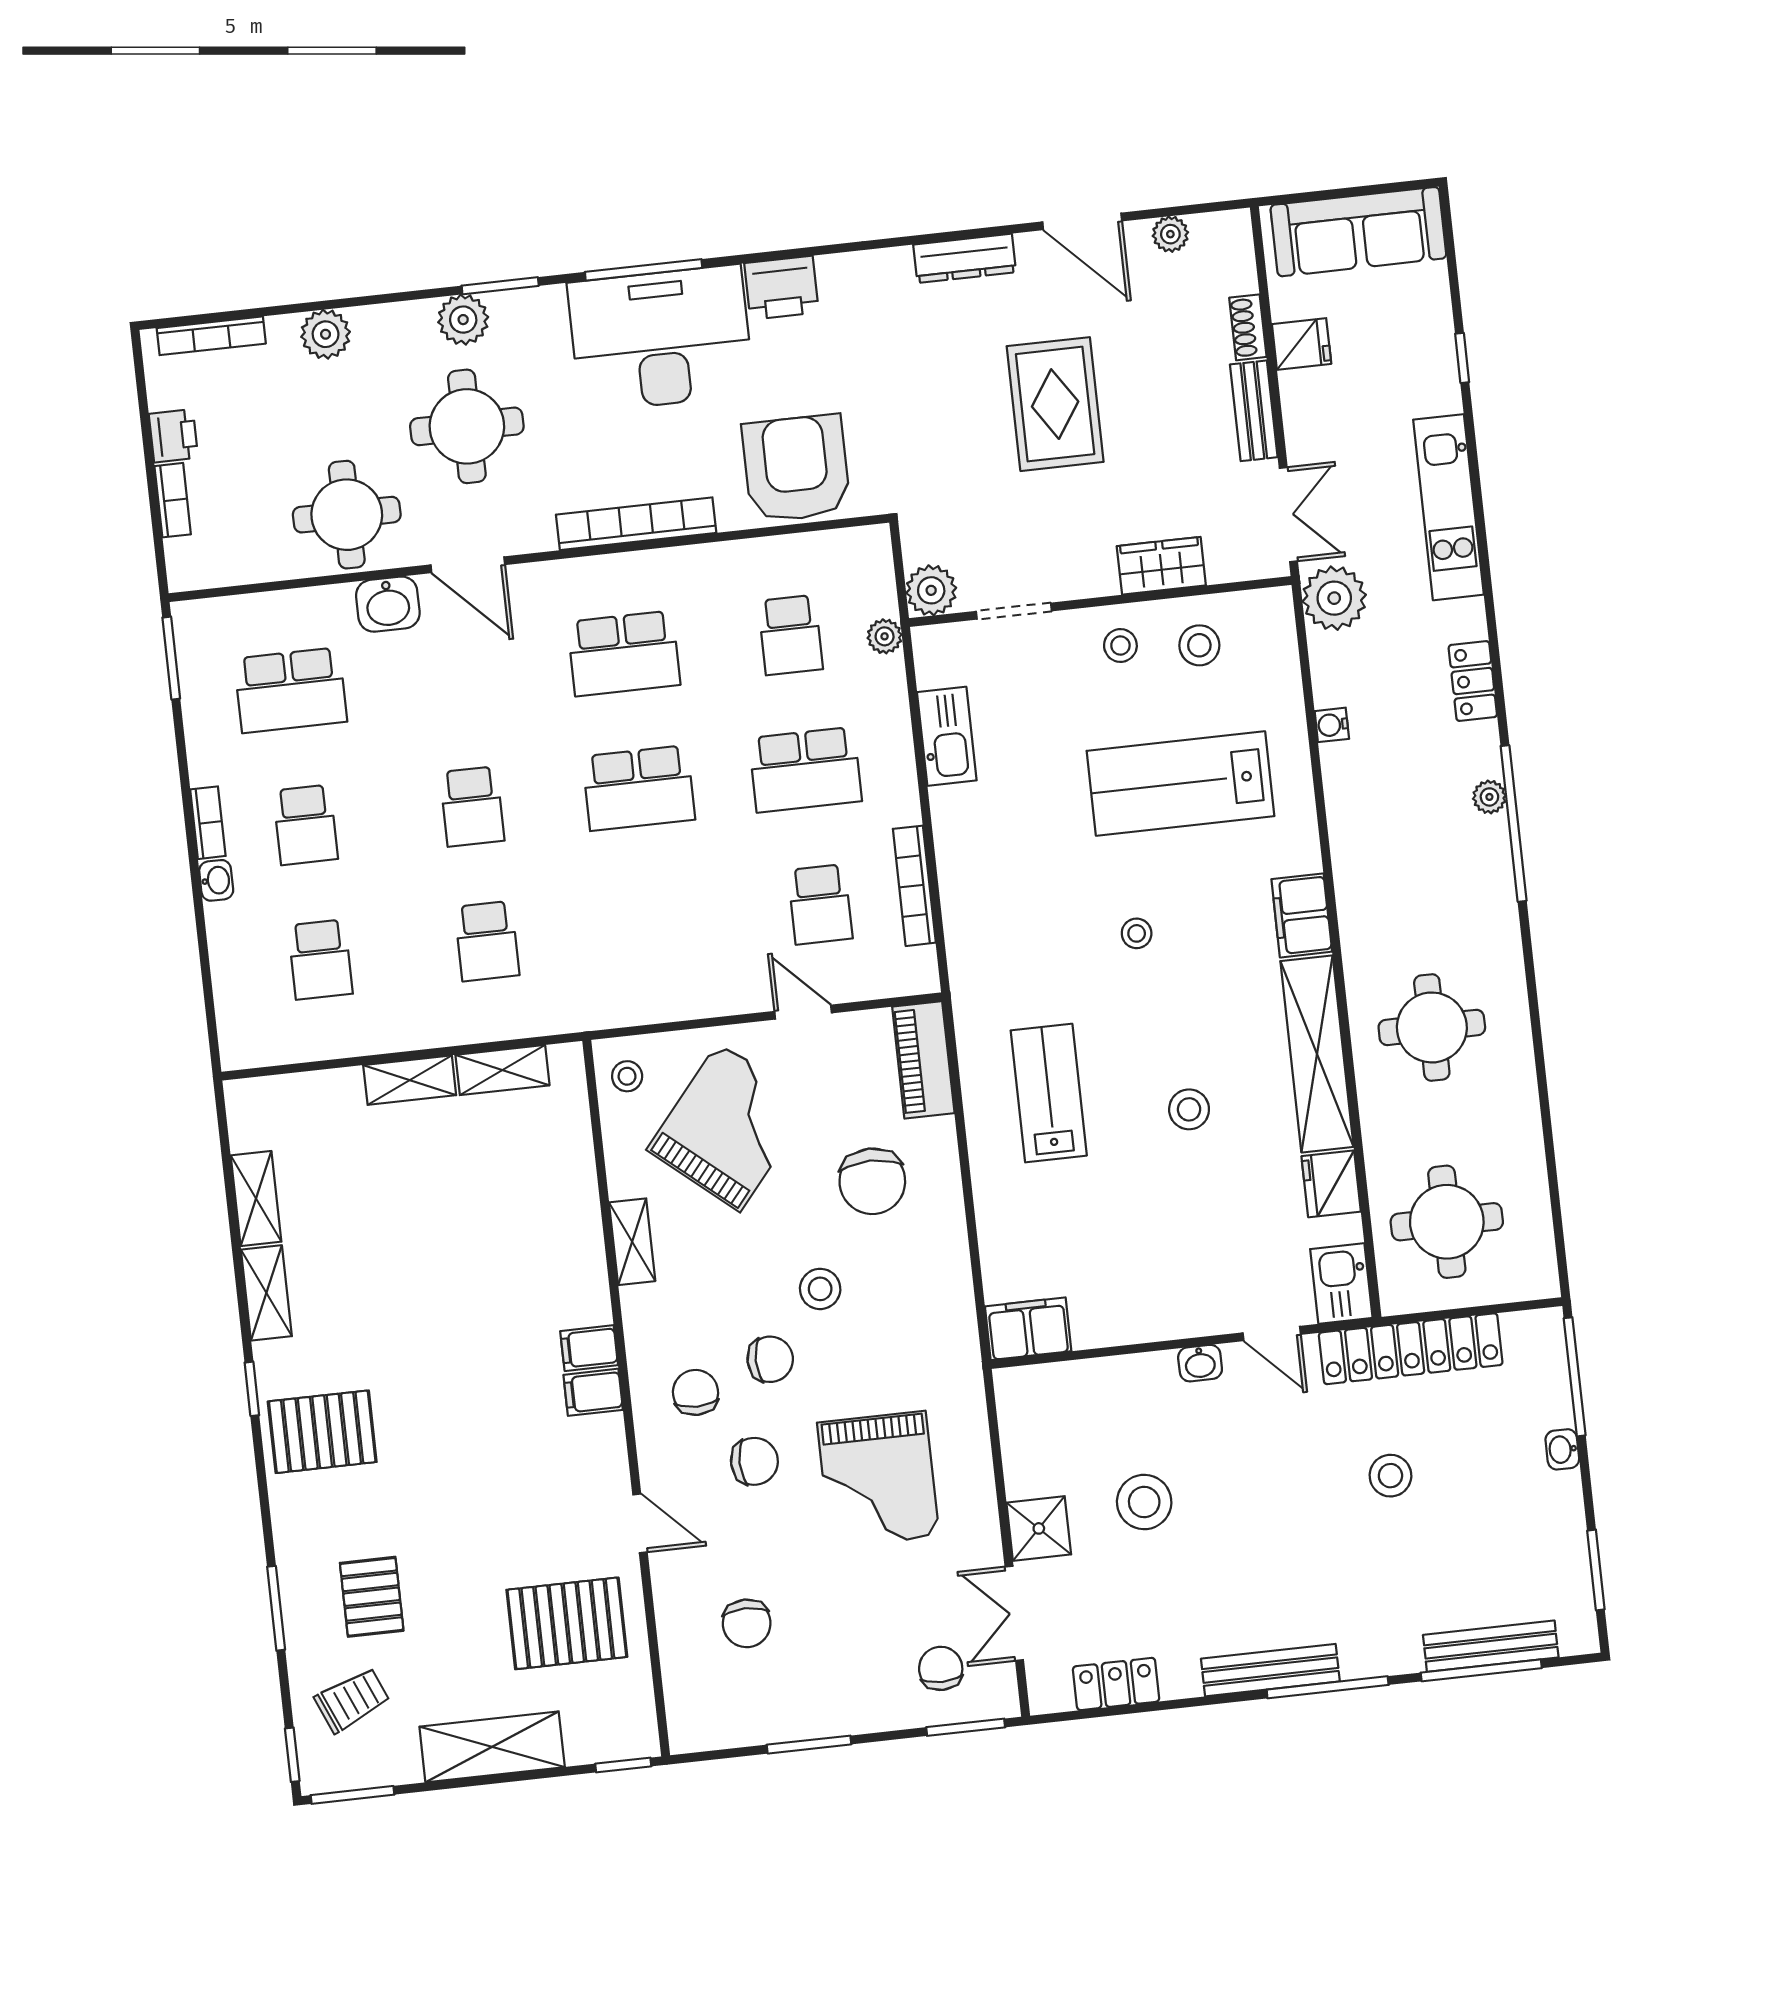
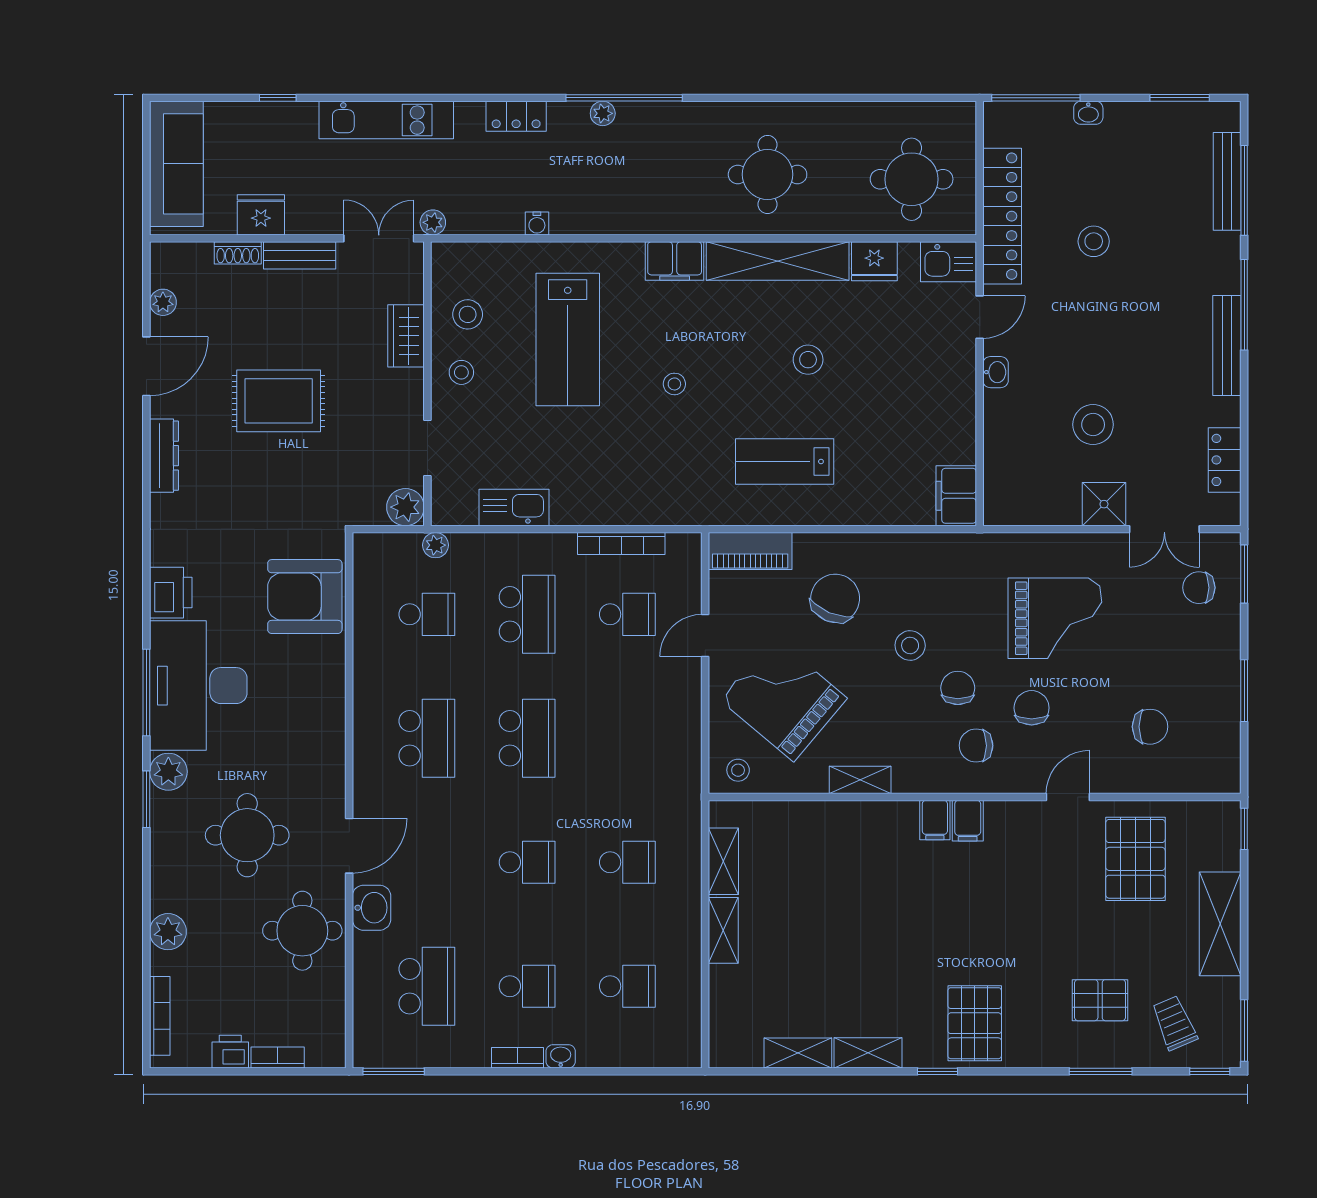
plant: (463, 320) -> (168, 772), moved
fridge: (1302, 344) -> (261, 215), width x1.38
bookcase: (636, 524) -> (333, 719), removed
plant: (1334, 598) -> (433, 222), width x0.53, depth x0.53
chair: (872, 1181) -> (835, 598), turned -67

